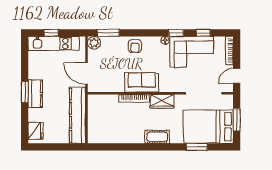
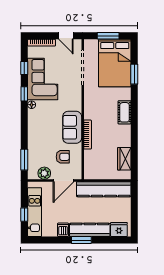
plant: (94, 43) -> (44, 173), moved
armchair: (135, 46) -> (63, 157), moved
dishwasher: (35, 73) -> (63, 230), added
kitchen counter: (35, 94) -> (90, 230), width x1.50
wardrobe: (162, 101) -> (124, 159), moved, turned 180

